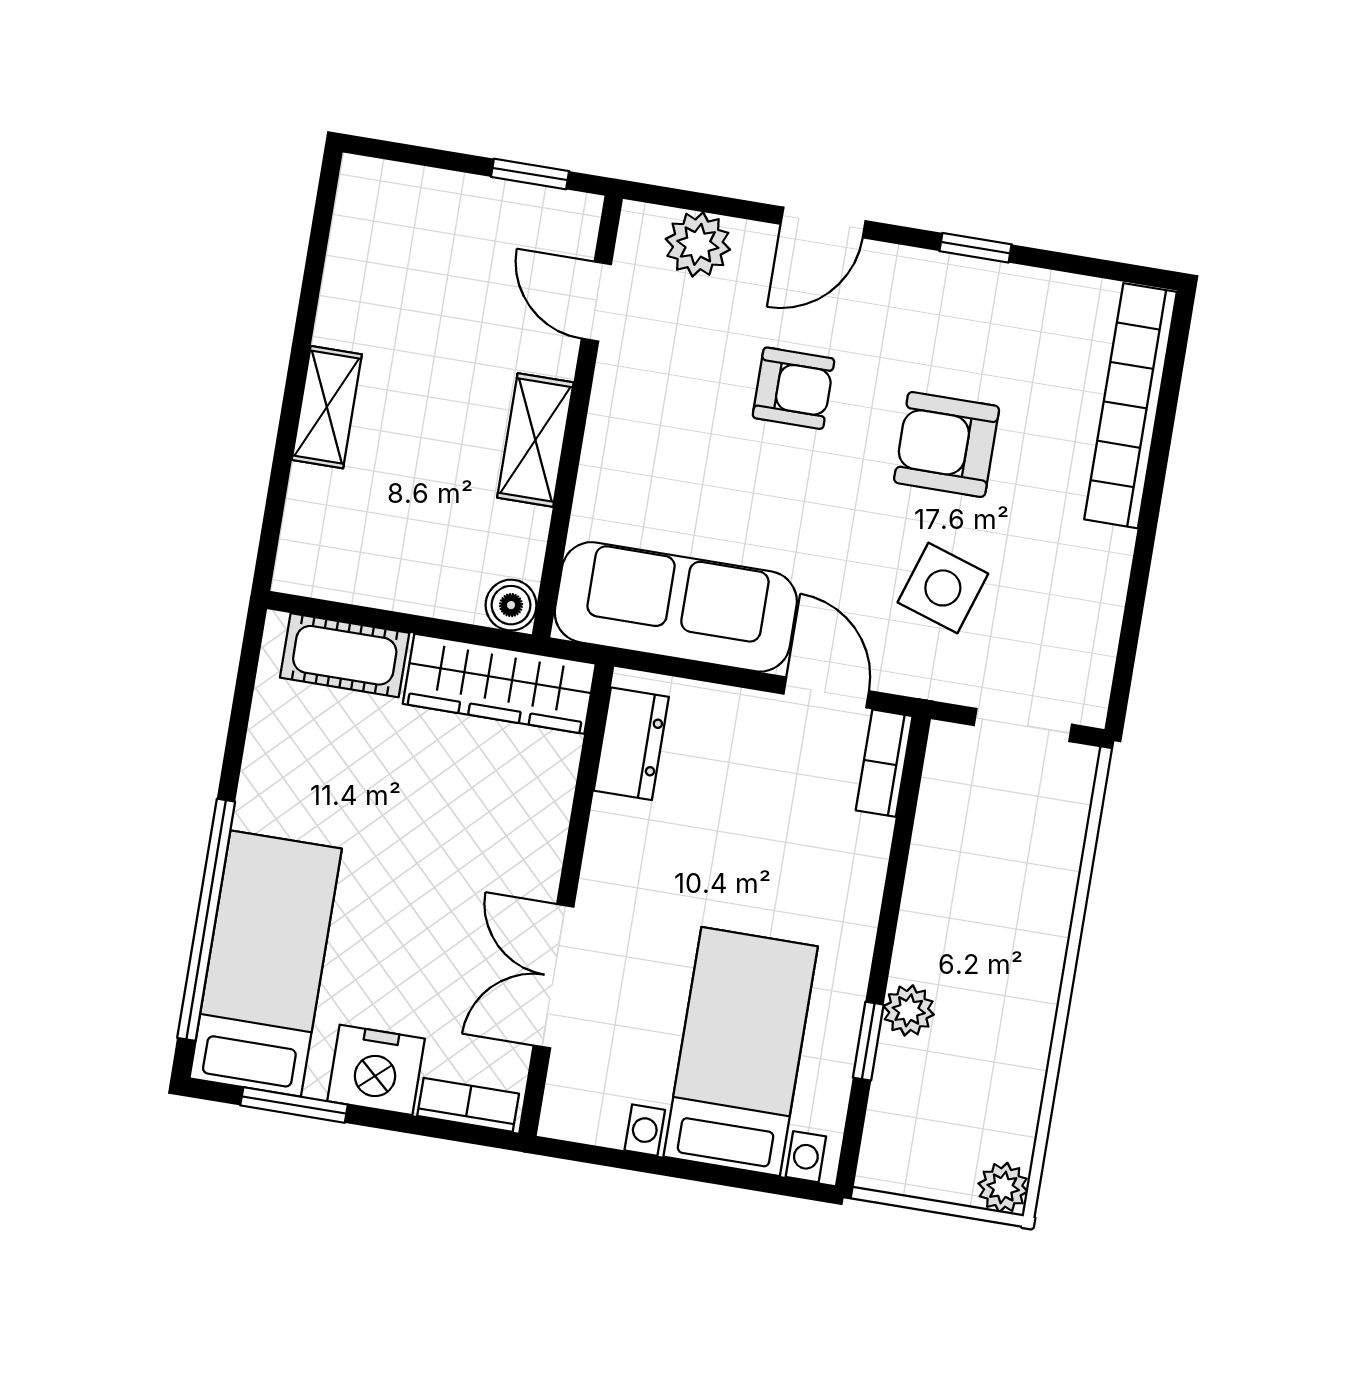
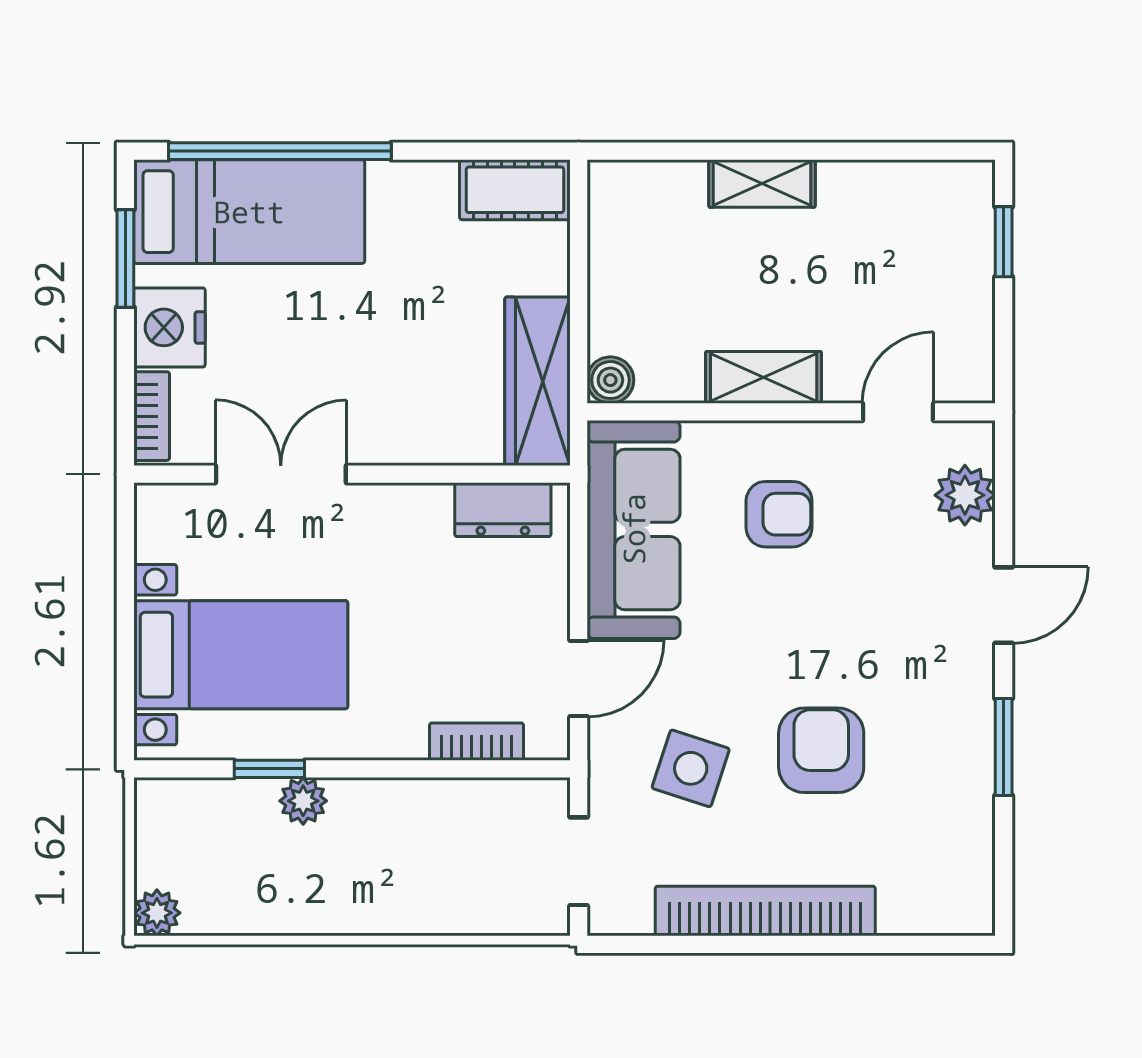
window: (530, 174) -> (1004, 242), moved
door: (823, 222) -> (1004, 605), swing flipped
window: (976, 248) -> (1004, 747), width x1.50
armchair: (793, 388) -> (779, 514), moved, turned -90
bookcase: (1131, 406) -> (765, 911), moved
cot: (345, 655) -> (515, 190), moved, turned 90
bookcase: (884, 763) -> (476, 742), moved

